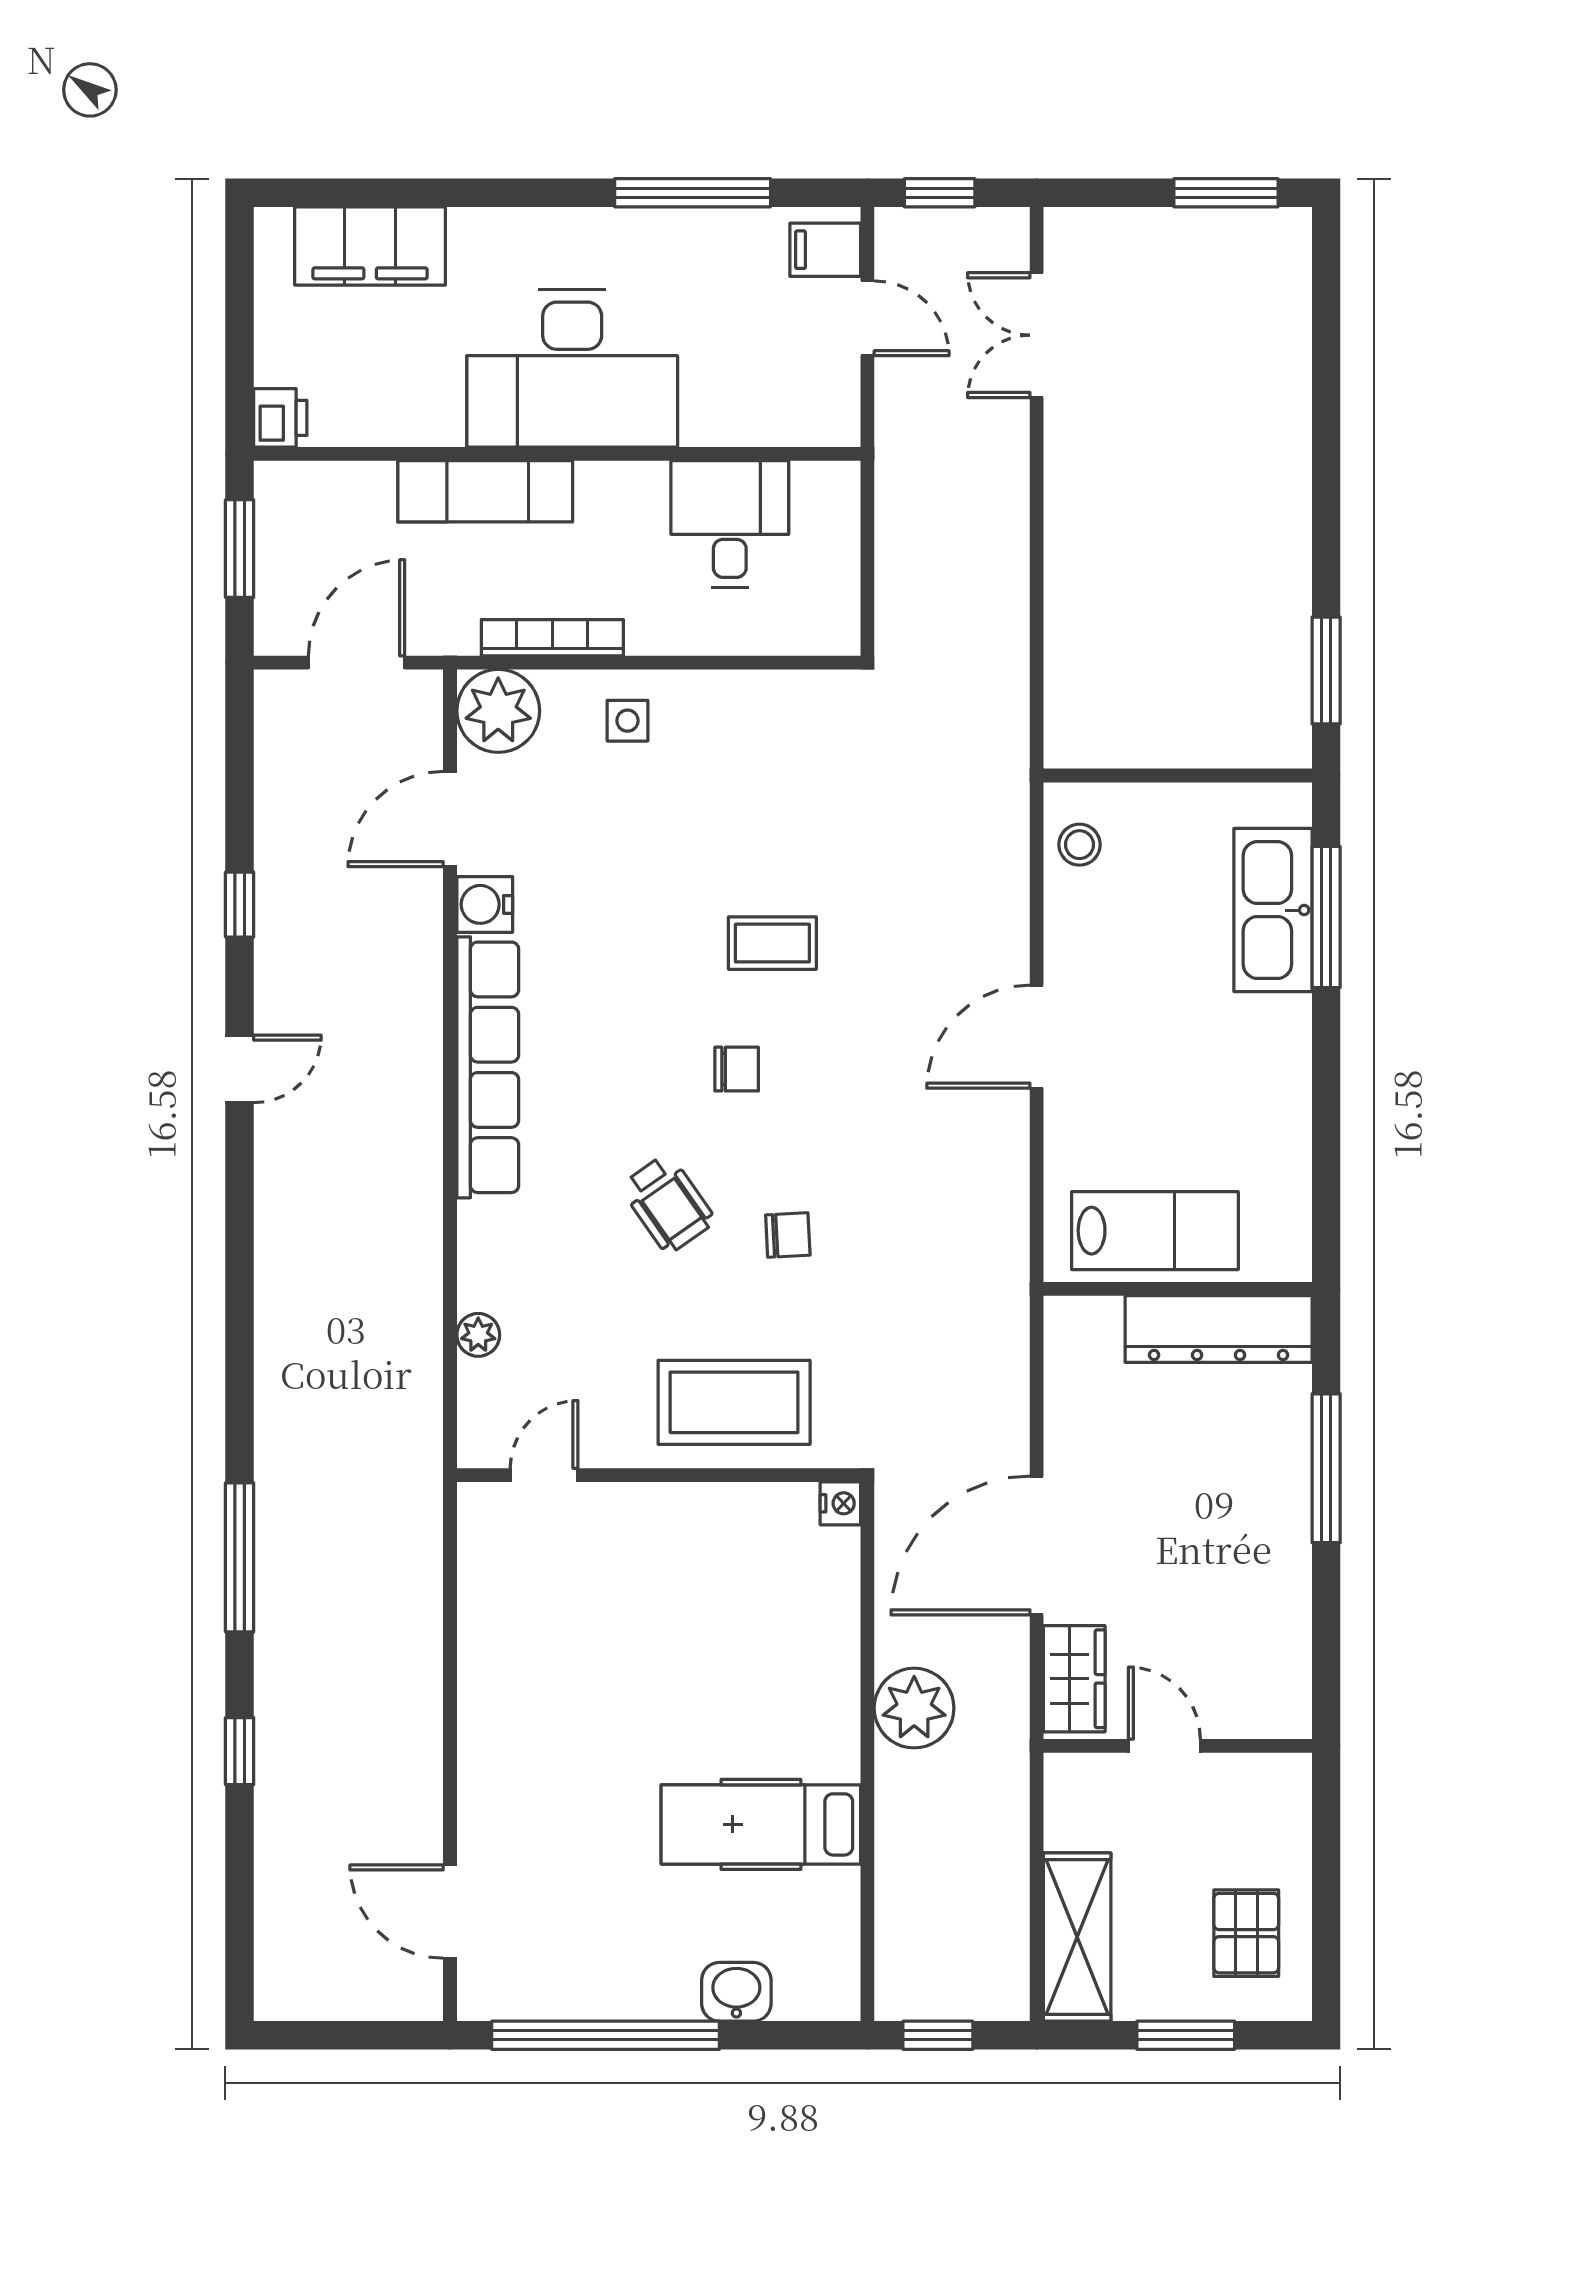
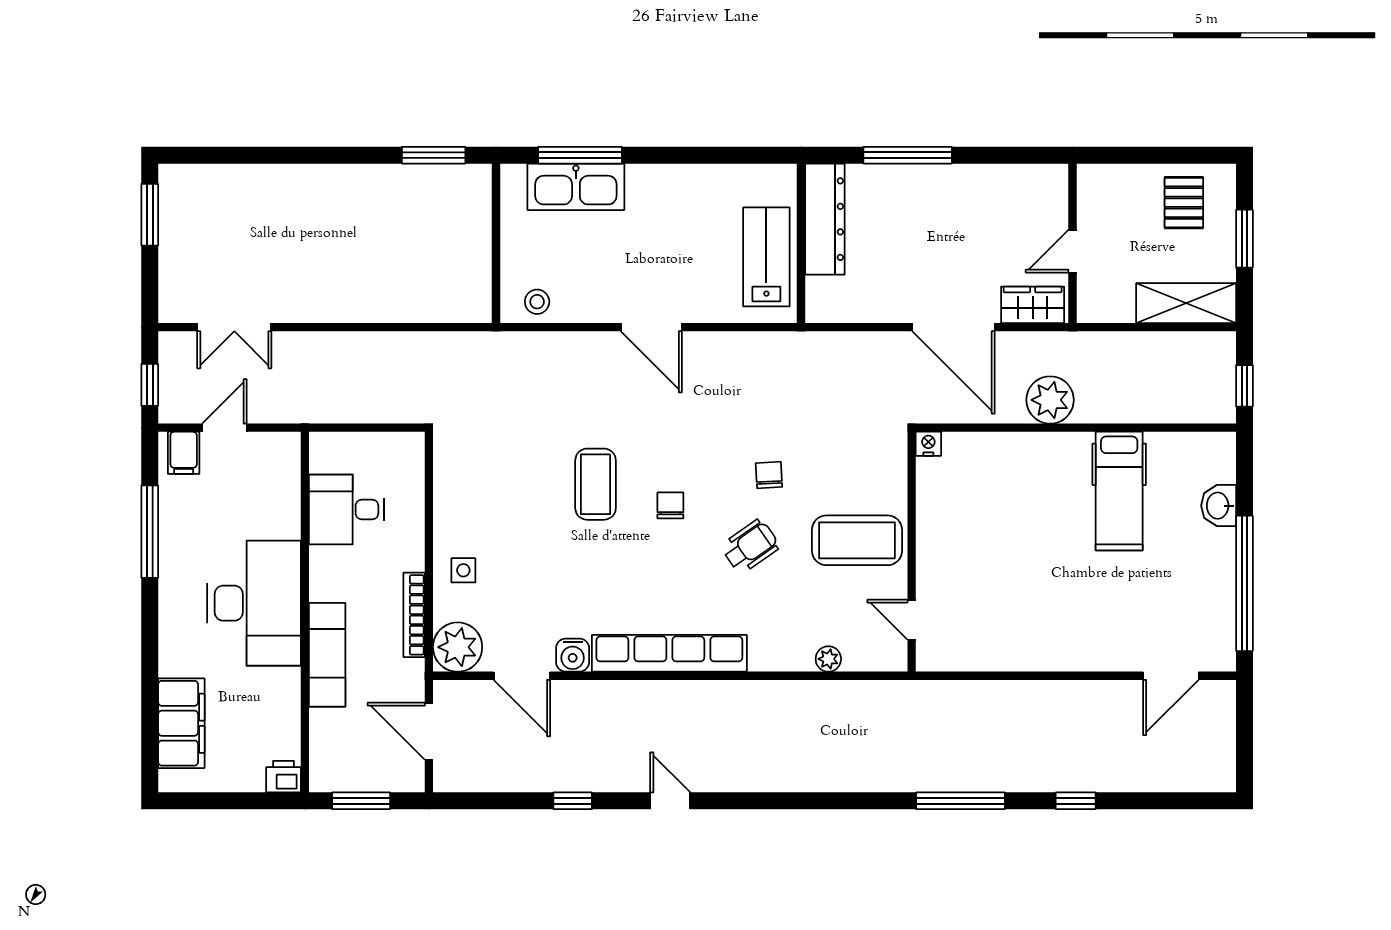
coffee table: (772, 943) -> (596, 484), width x1.36, depth x1.30
coffee table: (734, 1402) -> (857, 540), moved, turned 90
pallet: (1246, 1933) -> (1184, 203), turned 90

